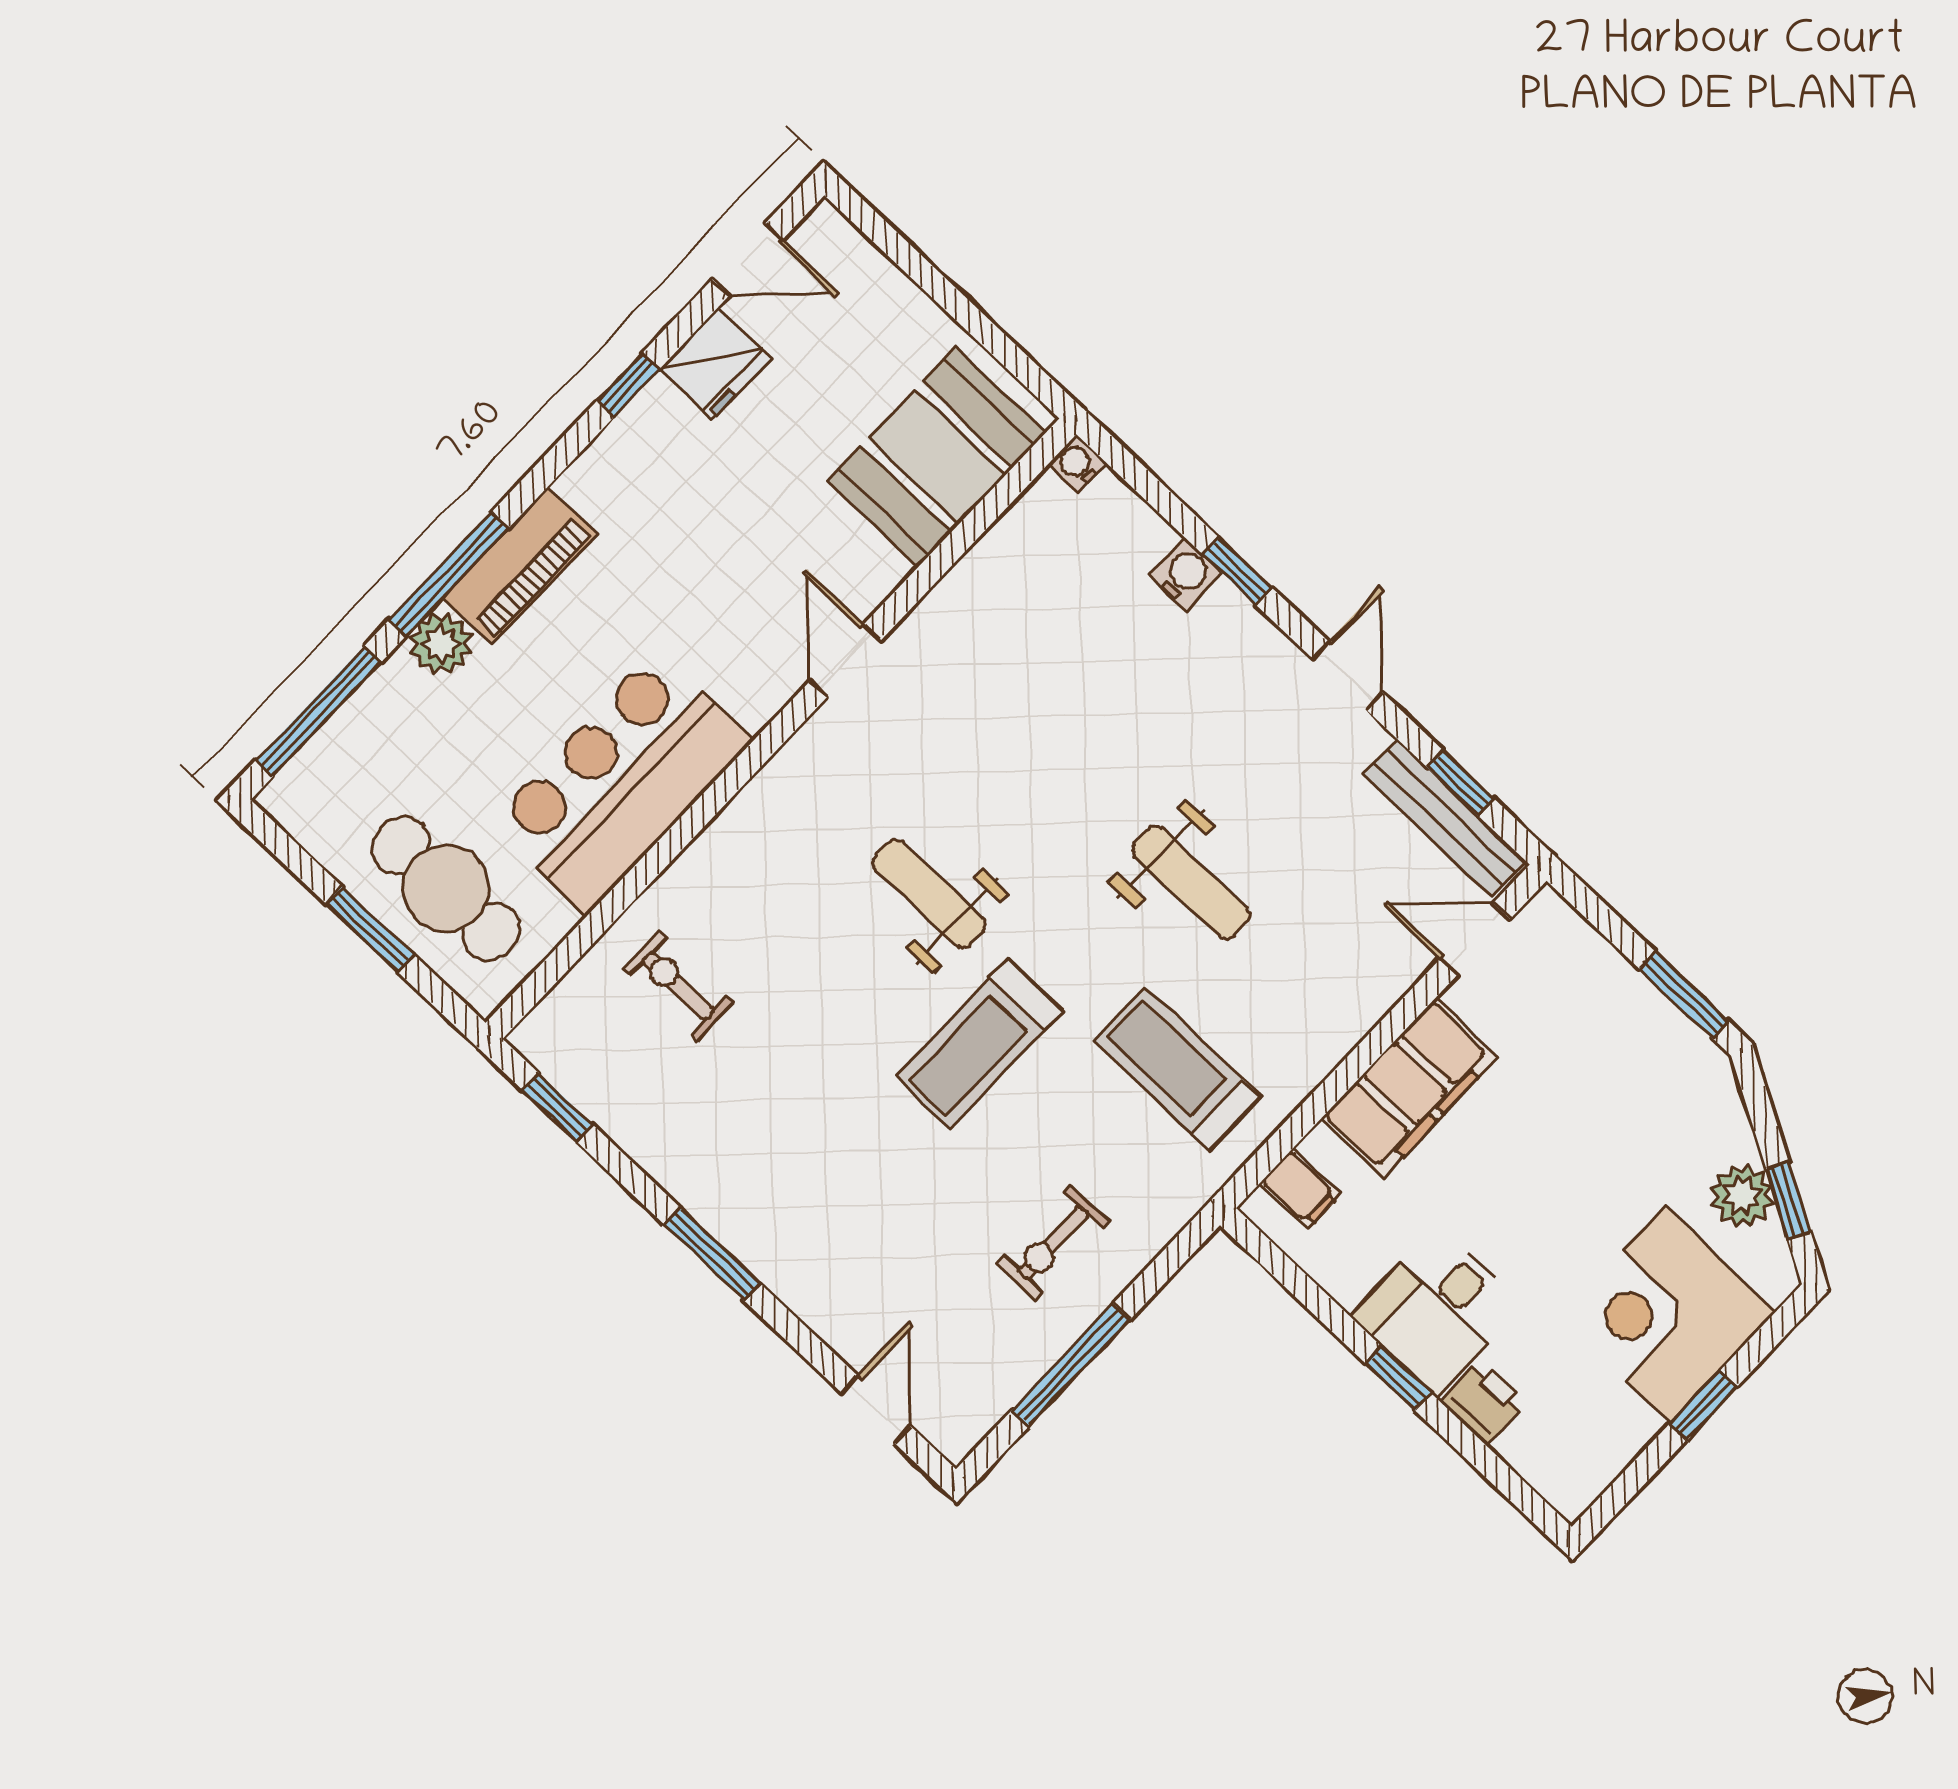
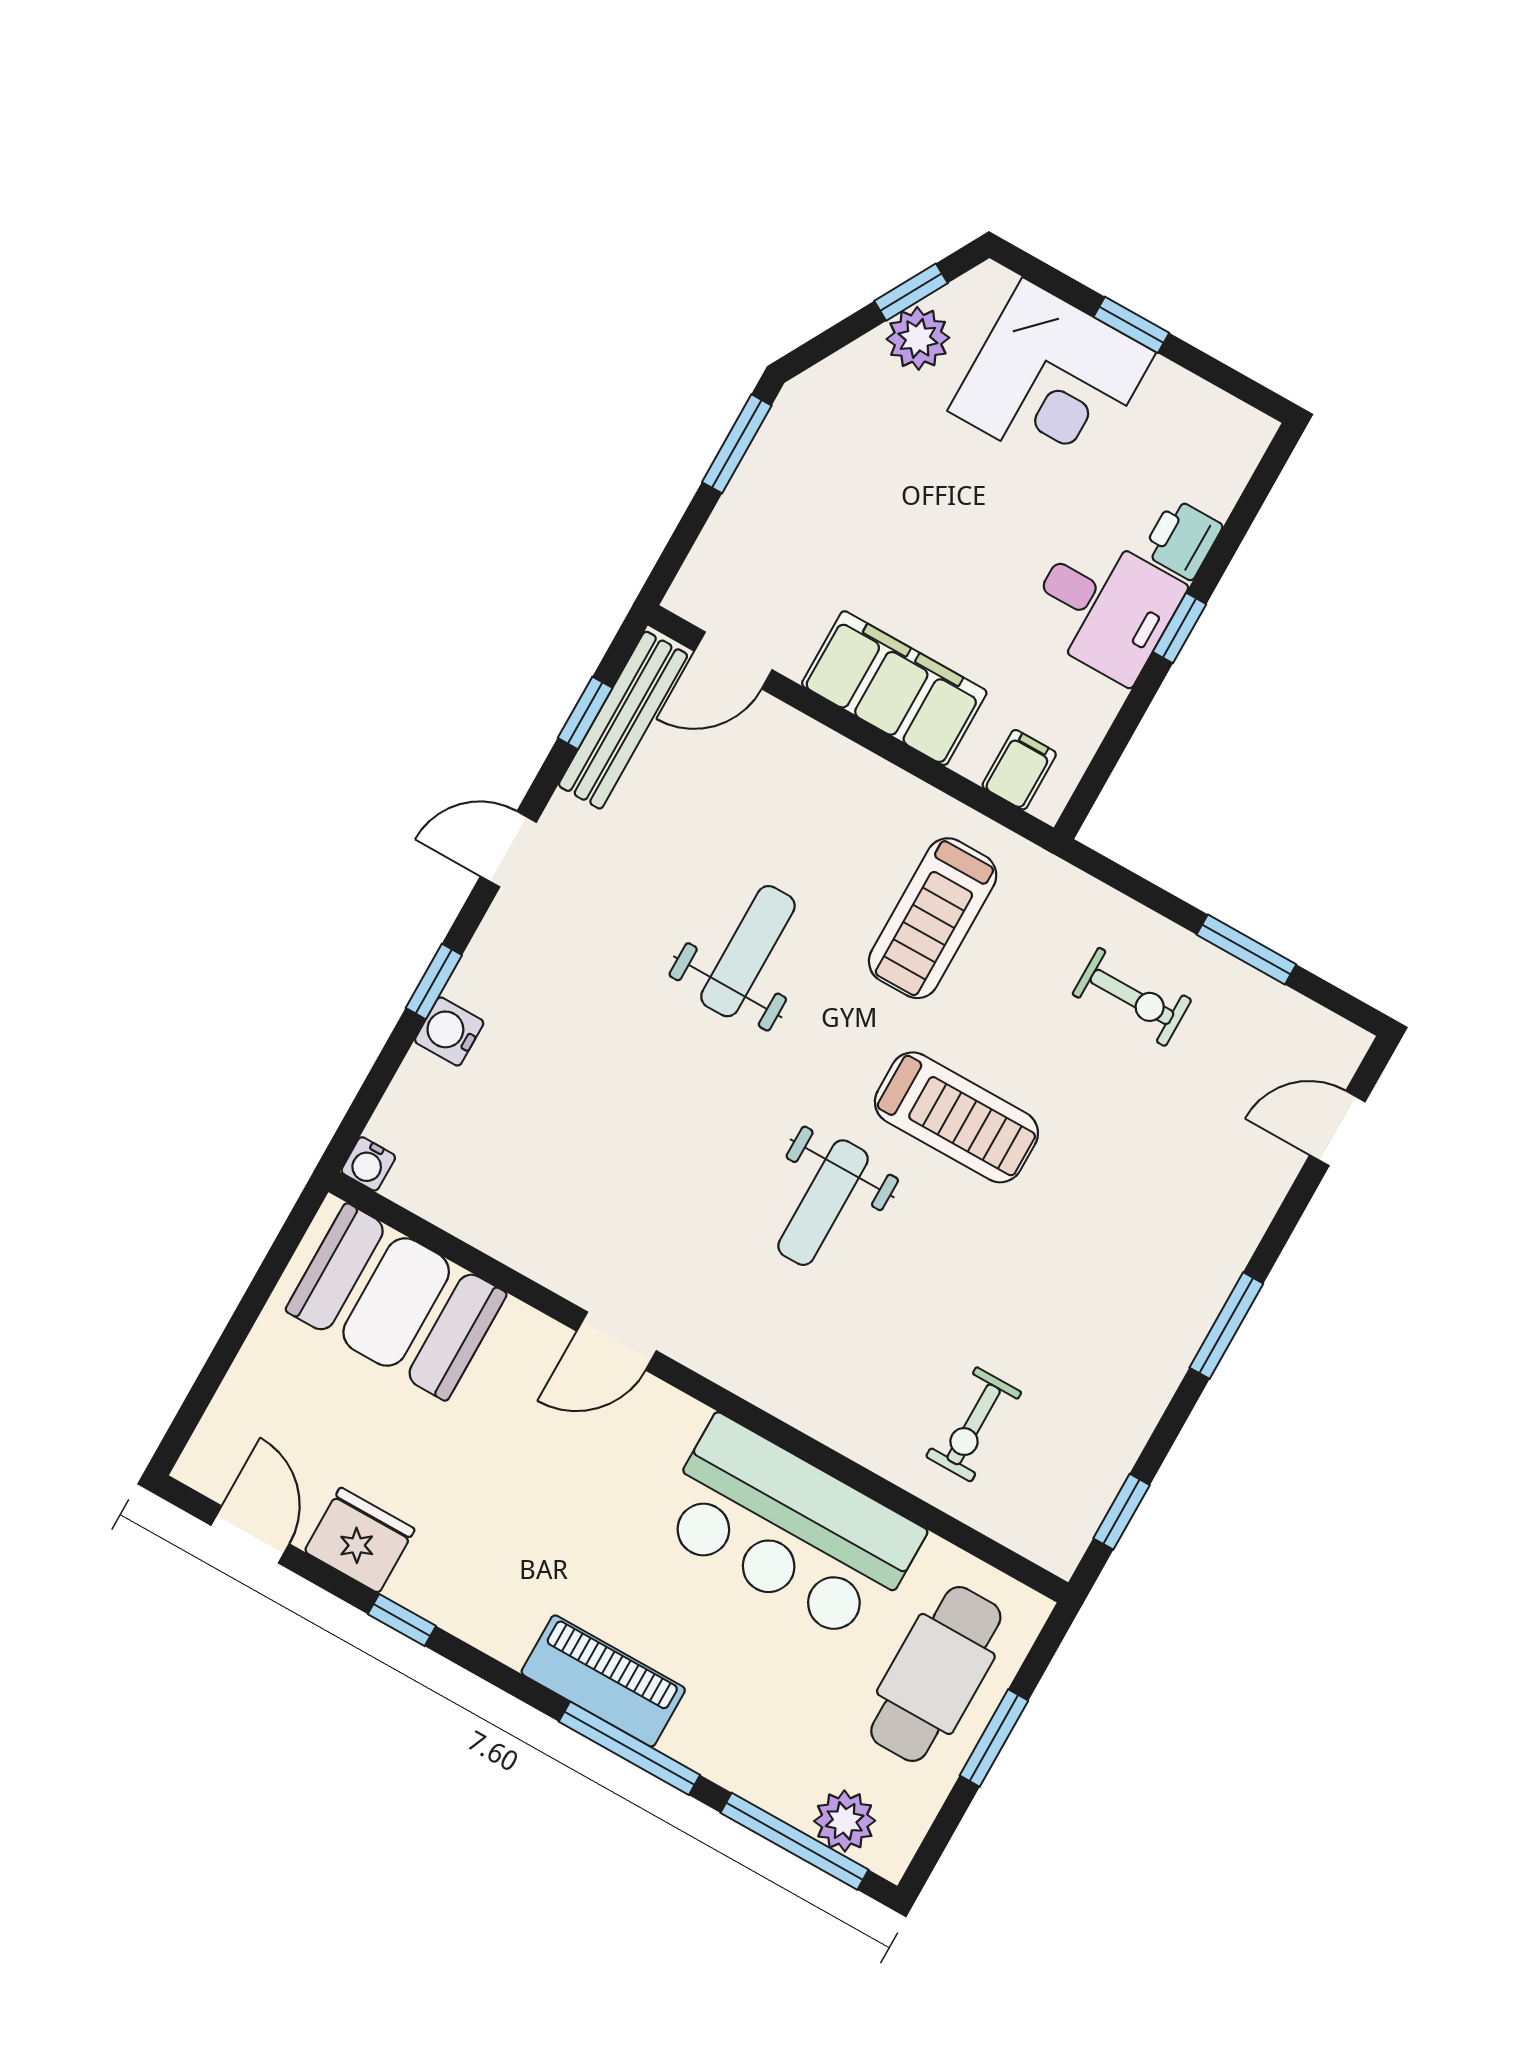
plant: (441, 644) -> (845, 1821), moved
door: (1475, 939) -> (733, 660), hinge flipped
window: (1071, 1365) -> (1246, 949), width x0.69

